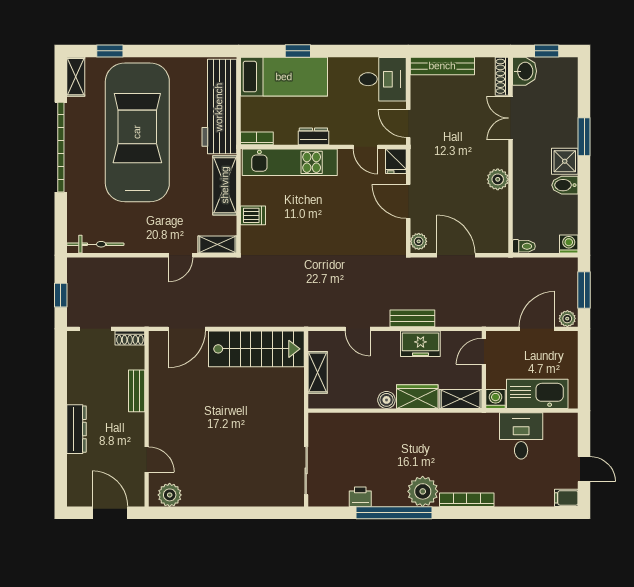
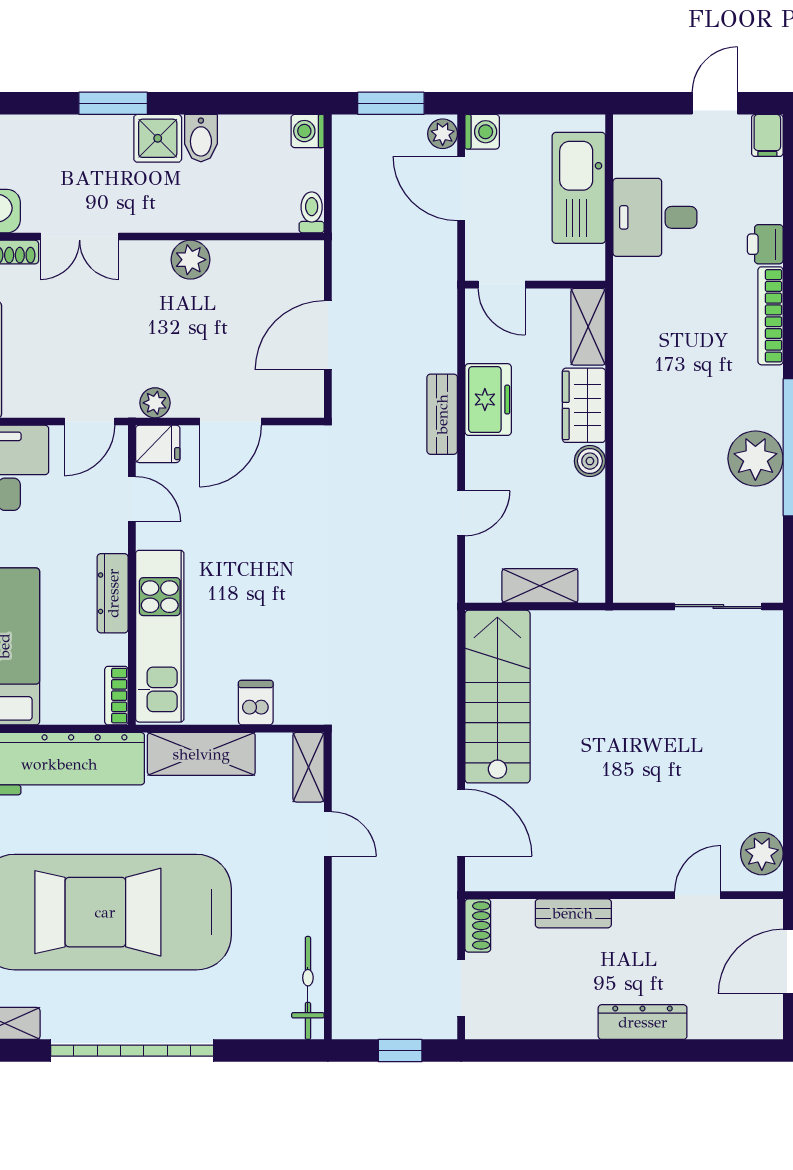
dresser: (313, 136) -> (113, 593), width x1.44
door: (365, 147) -> (132, 499), hinge flipped
plant: (419, 241) -> (155, 403), moved
washing machine: (496, 399) -> (482, 132), moved, turned 180
plant: (423, 491) -> (755, 459), moved
printer: (360, 497) -> (765, 244), moved

